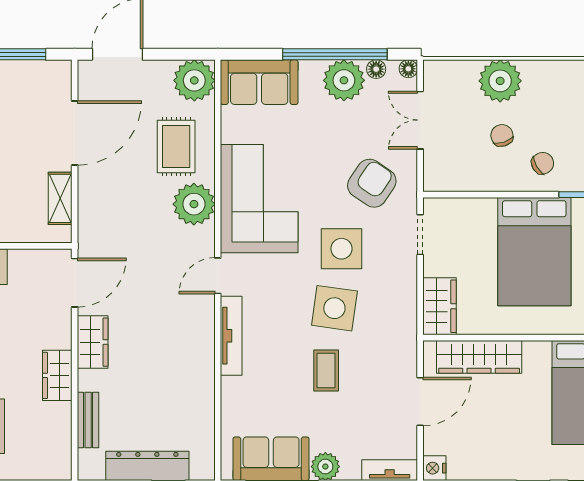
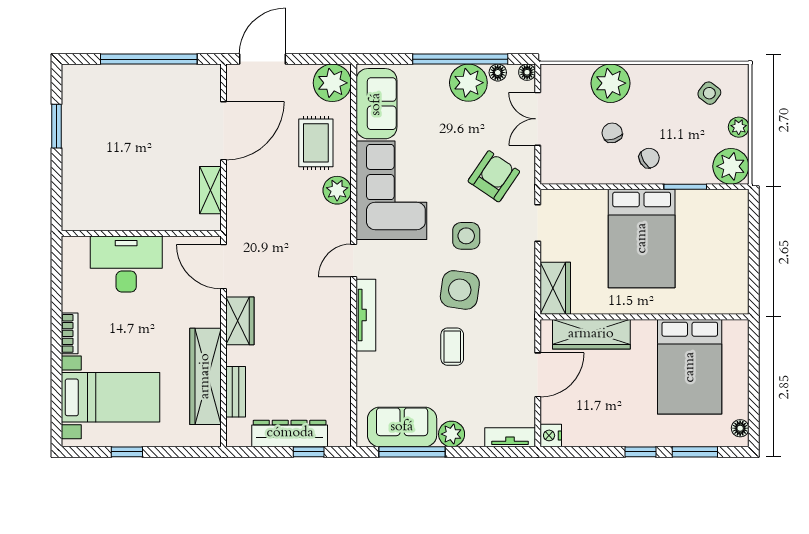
sofa: (259, 82) -> (376, 104), moved, turned -90
plant: (194, 204) -> (337, 190), width x0.73, depth x0.73
side table: (341, 249) -> (466, 236), width x0.73, depth x0.73
door: (75, 283) -> (223, 267), swing flipped
wardrobe: (57, 375) -> (205, 376), width x2.10, depth x1.17

